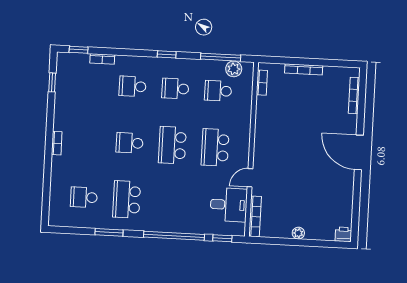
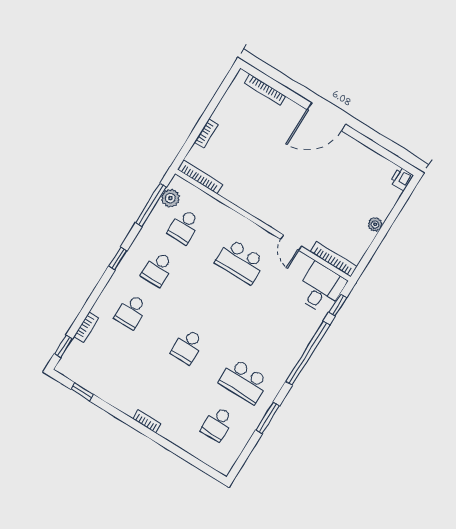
bookcase: (304, 69) -> (206, 133), width x0.64
bookcase: (262, 83) -> (200, 177), width x1.56
school desk: (172, 145) -> (214, 304), removed
desk: (229, 205) -> (321, 288), moved

